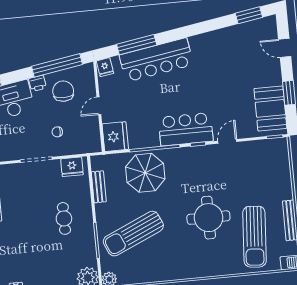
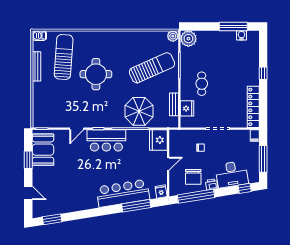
fridge: (72, 167) -> (187, 108), moved, turned 90

